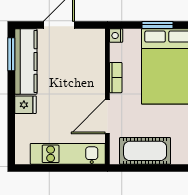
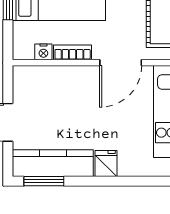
nightstand: (116, 35) -> (43, 52), moved
door: (107, 117) -> (121, 63), hinge flipped

